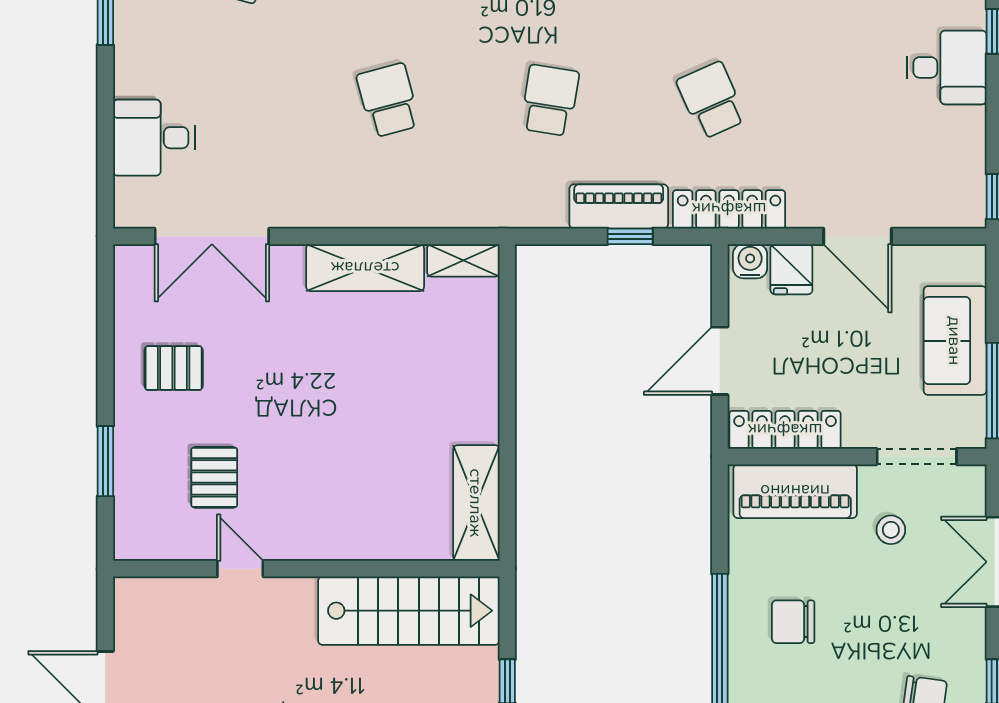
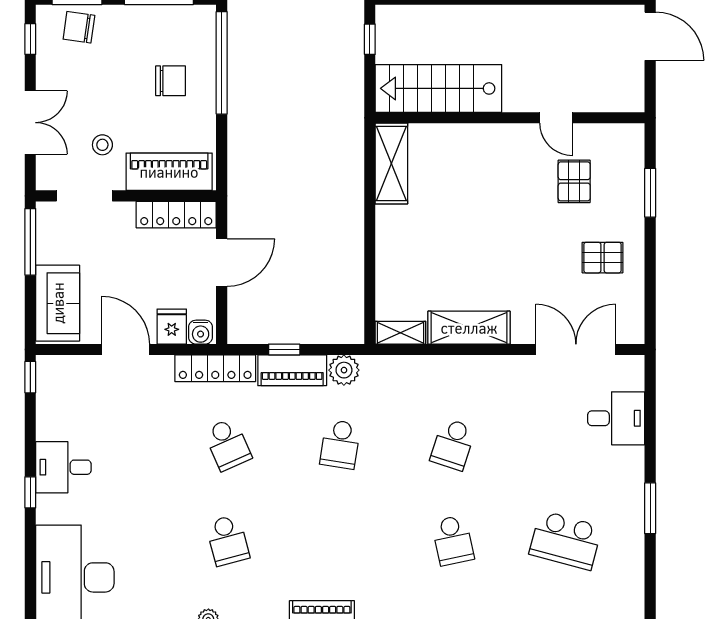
school desk: (388, 100) -> (453, 444), turned 33
plant: (544, 207) -> (344, 370), added
sofa: (955, 341) -> (58, 303), moved

